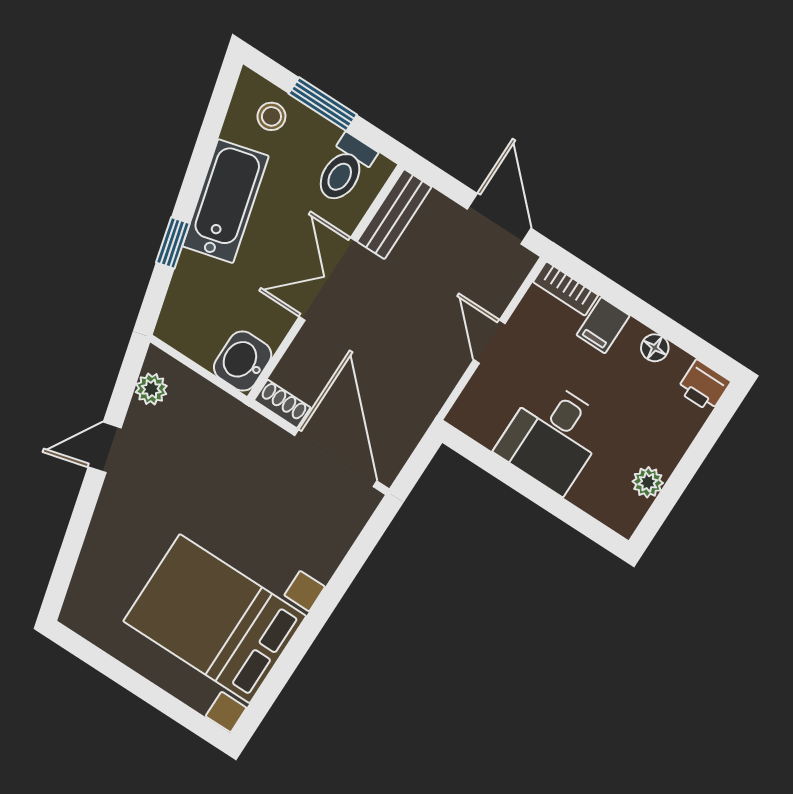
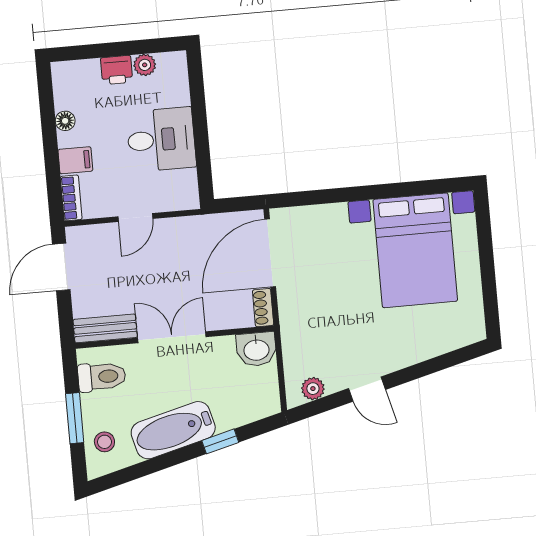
double door: (328, 279) -> (172, 337), swing flipped
printer: (704, 386) -> (117, 70), moved, turned 90

